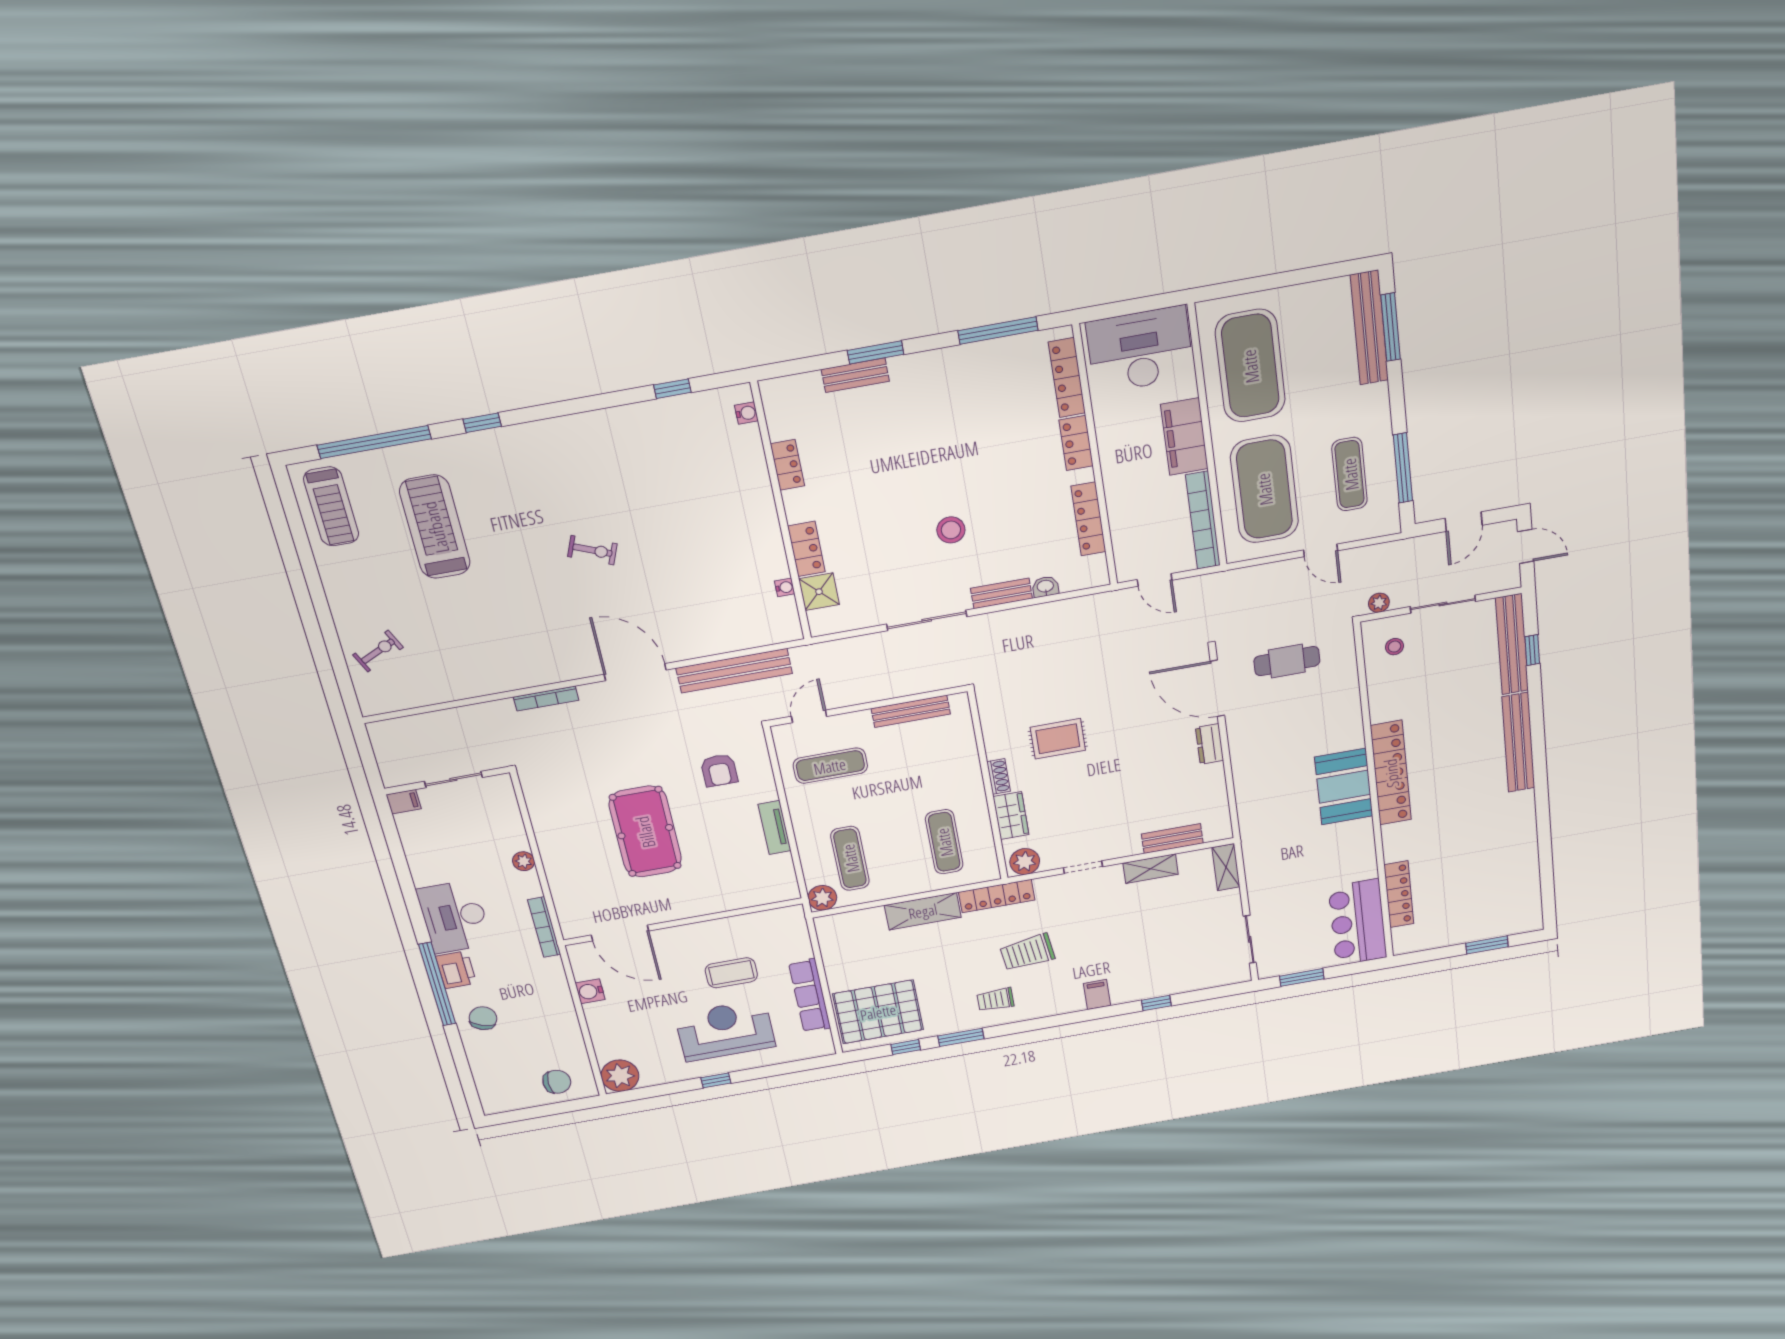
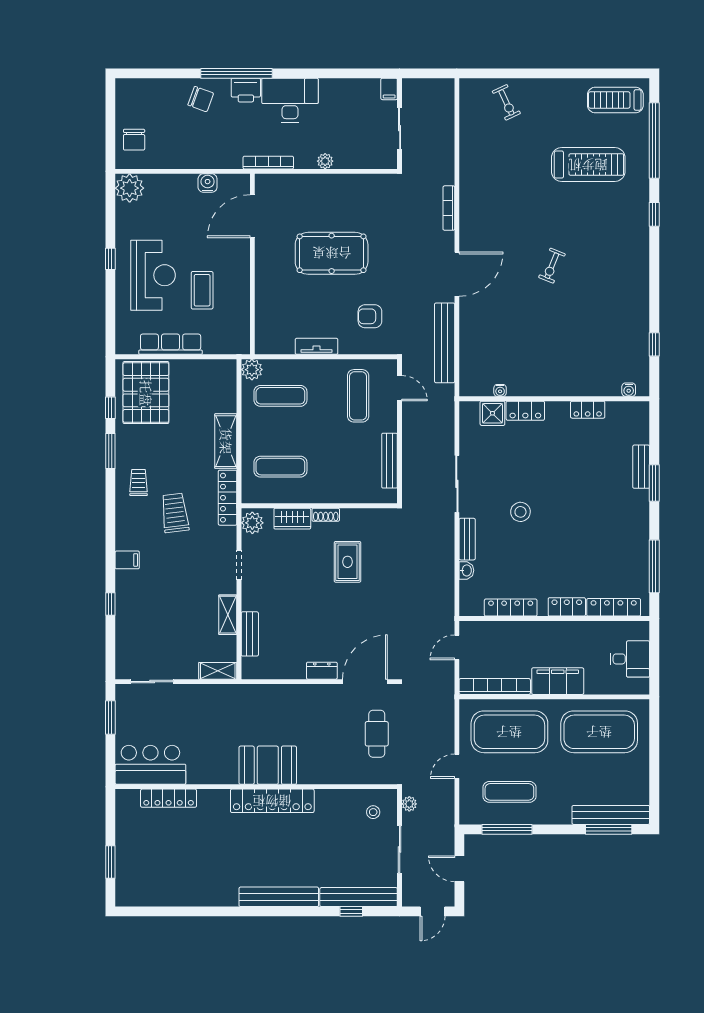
desk: (1140, 350) -> (630, 659), width x0.53, depth x0.77

